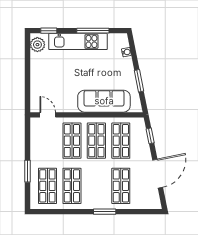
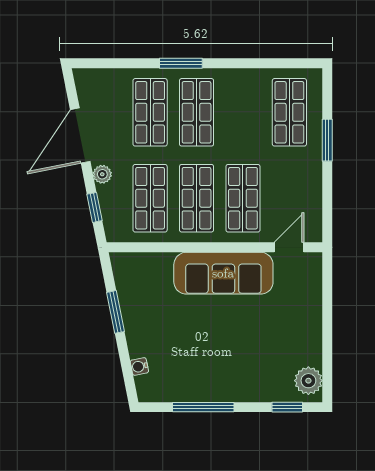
kitchen unit: (78, 41) -> (231, 387), removed
sofa: (104, 101) -> (223, 273), moved
door: (48, 115) -> (289, 247), swing flipped
plant: (146, 153) -> (102, 174), added
shop shelf: (72, 186) -> (197, 112), moved

